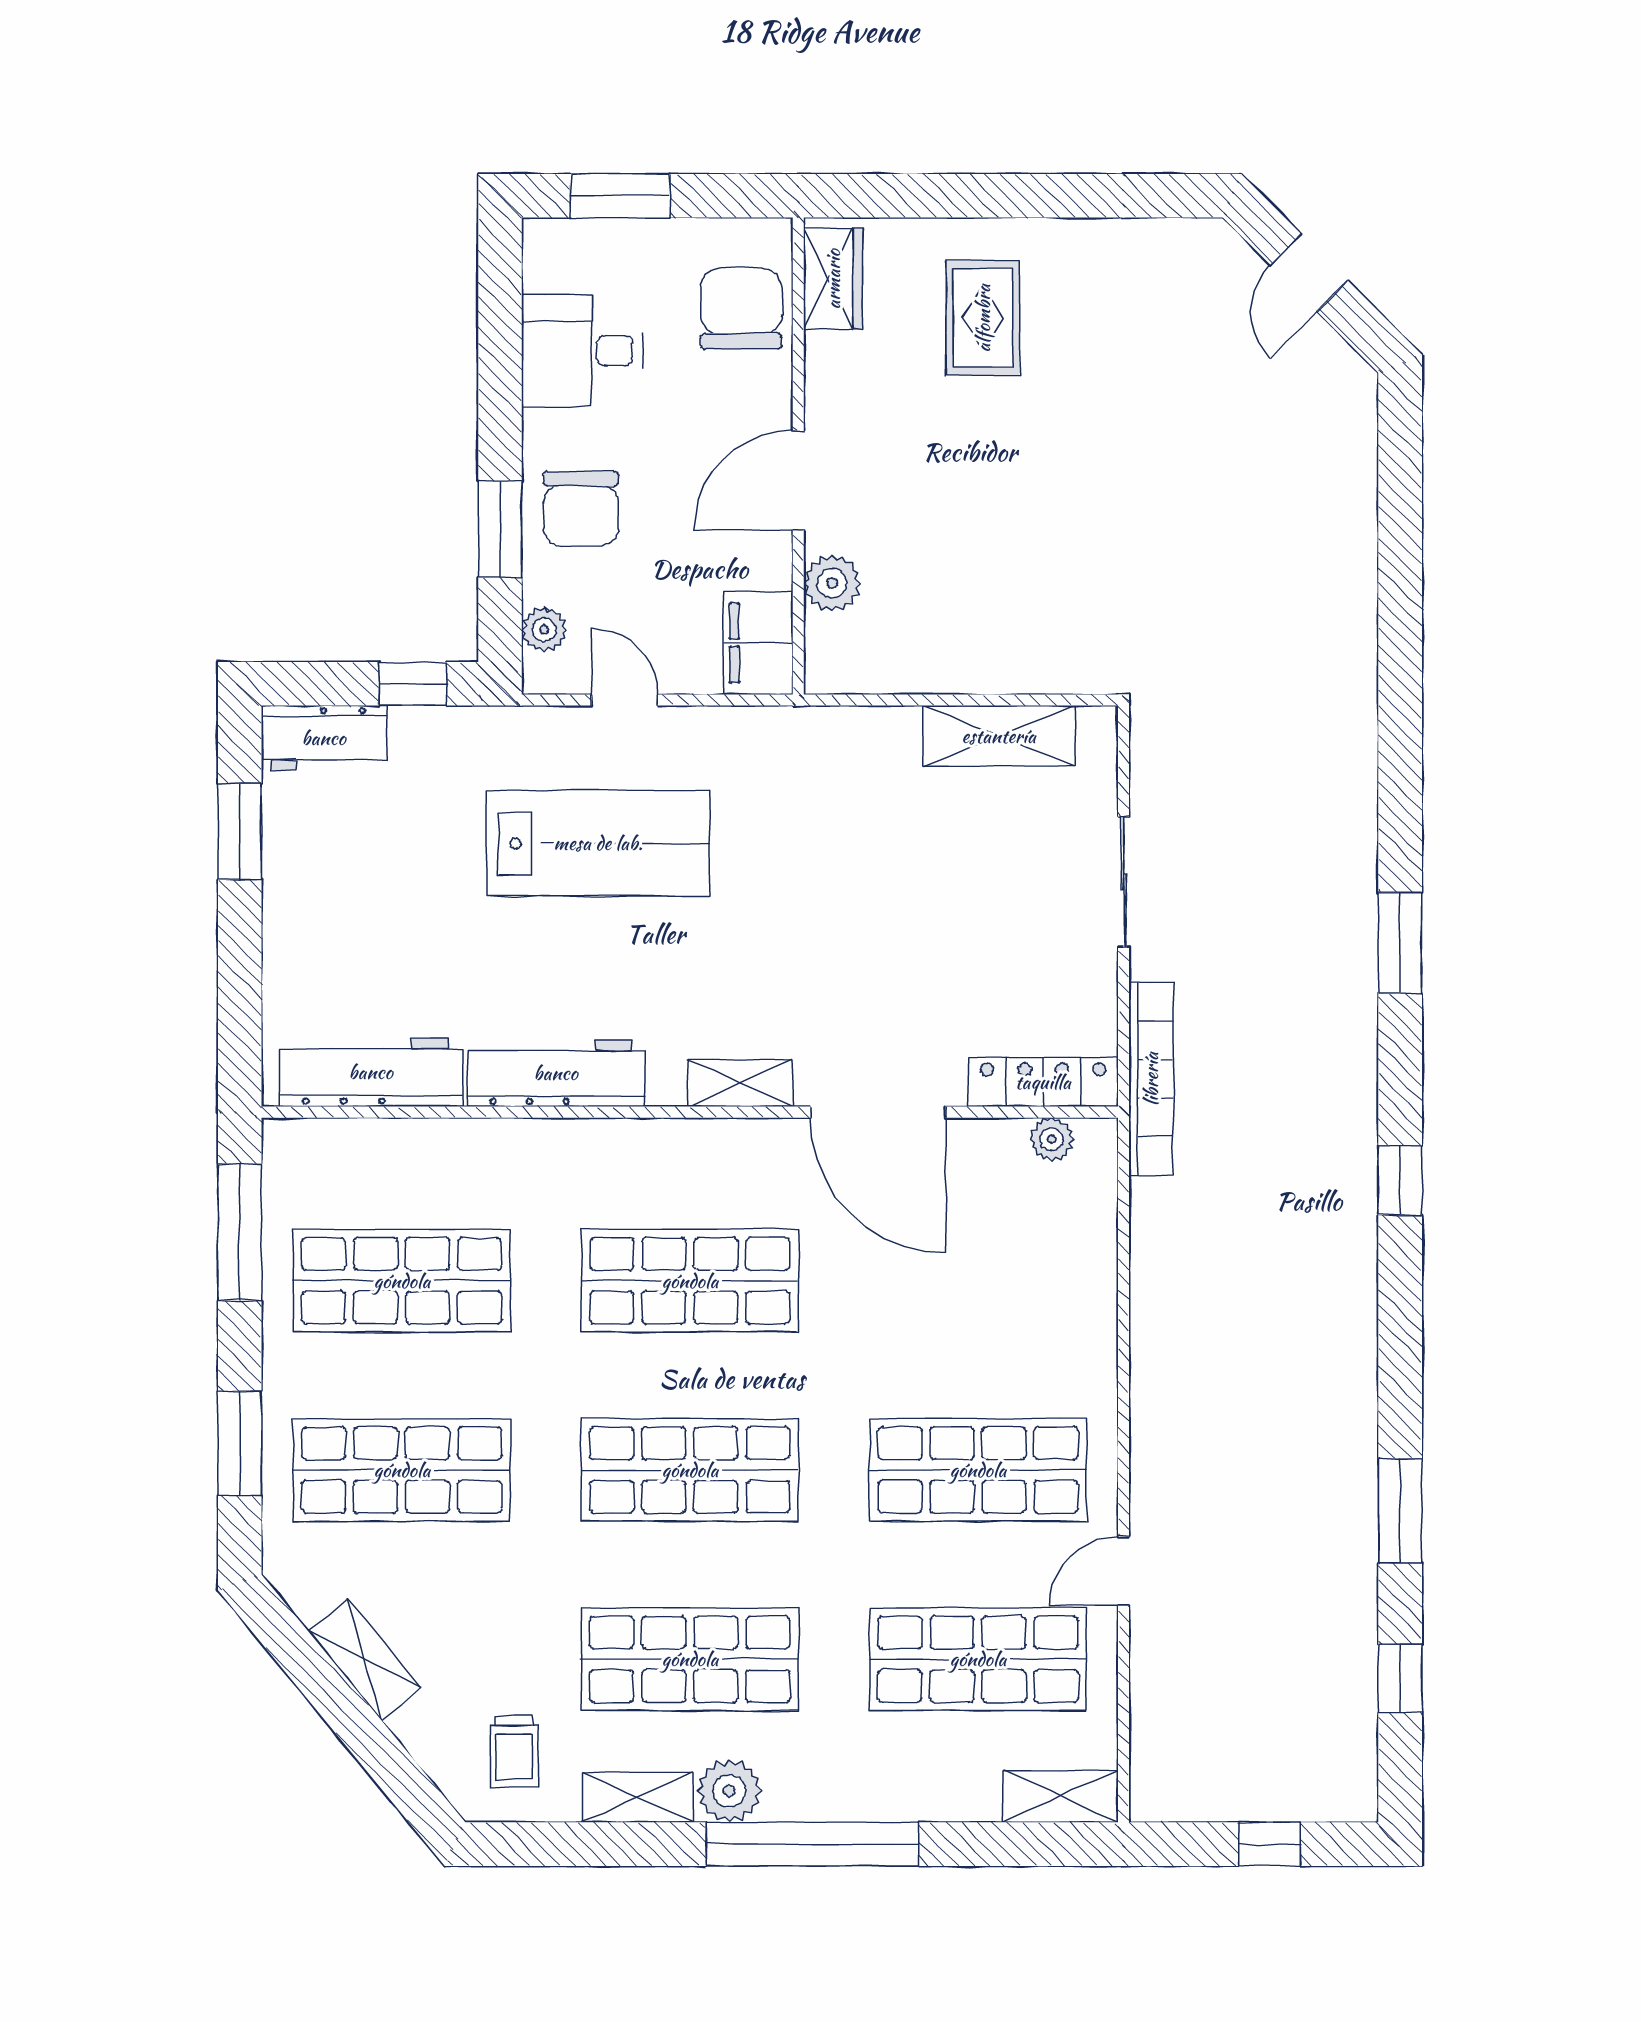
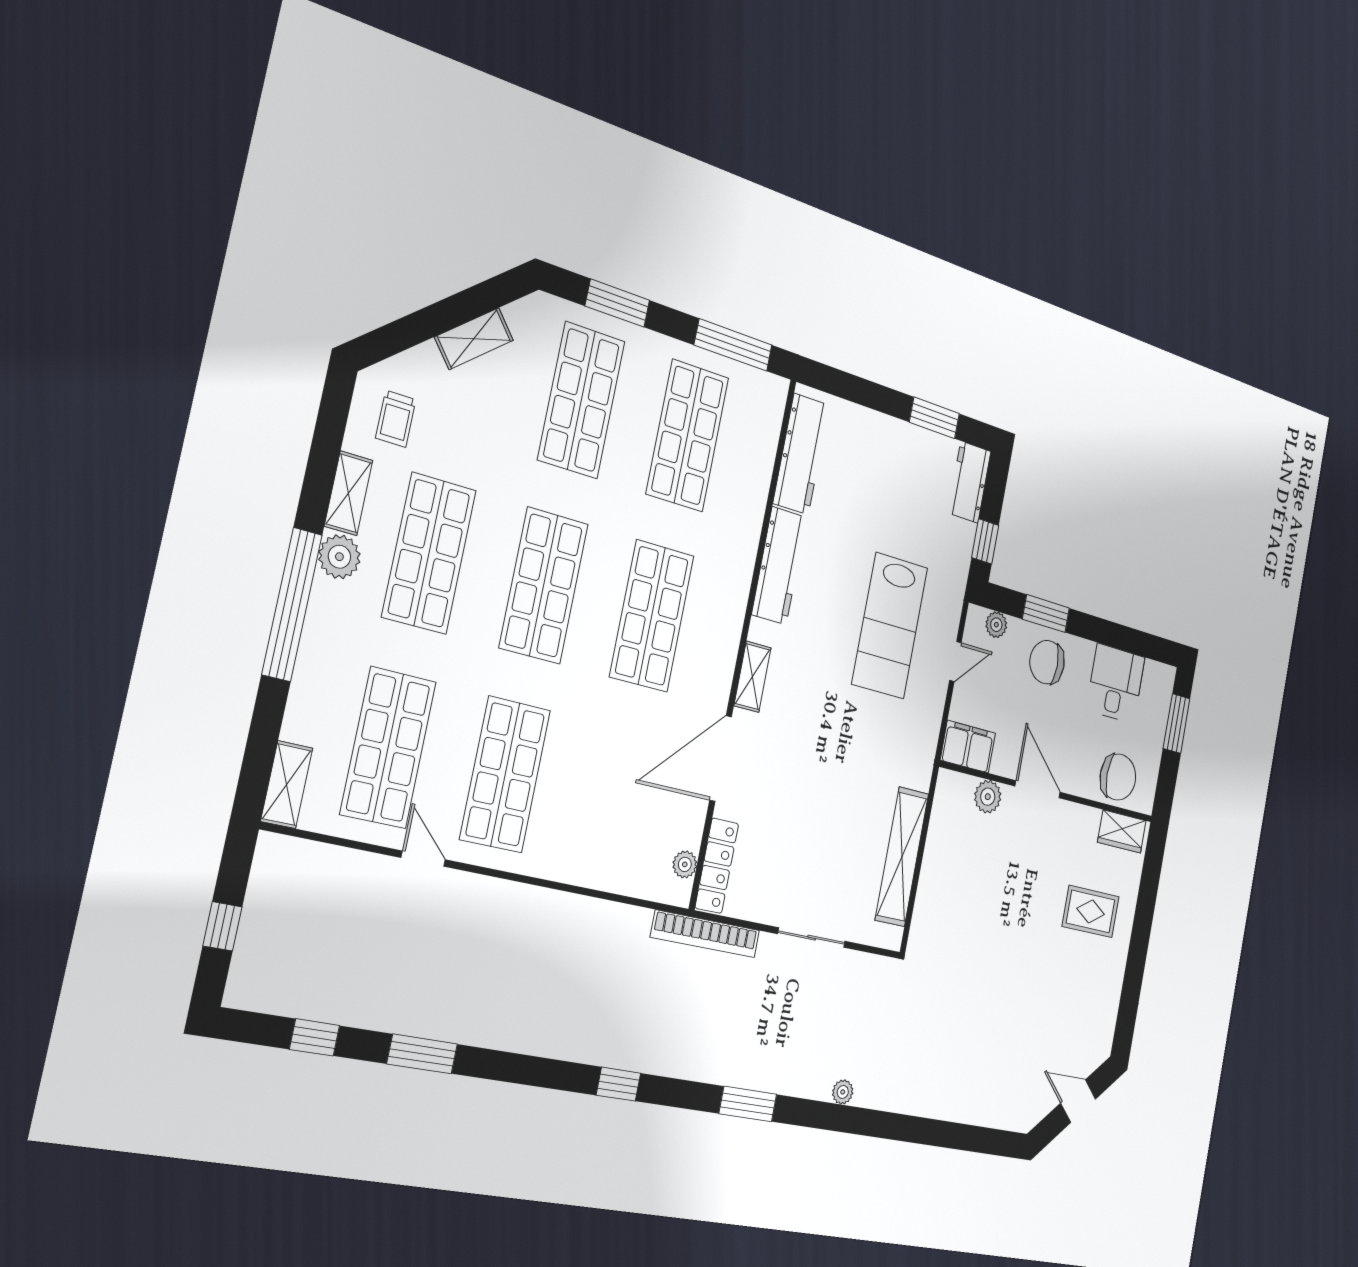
shelving: (999, 736) -> (902, 857), width x1.47
plant: (1358, 767) -> (843, 1092), added
trolley: (514, 1752) -> (396, 419), turned -90

